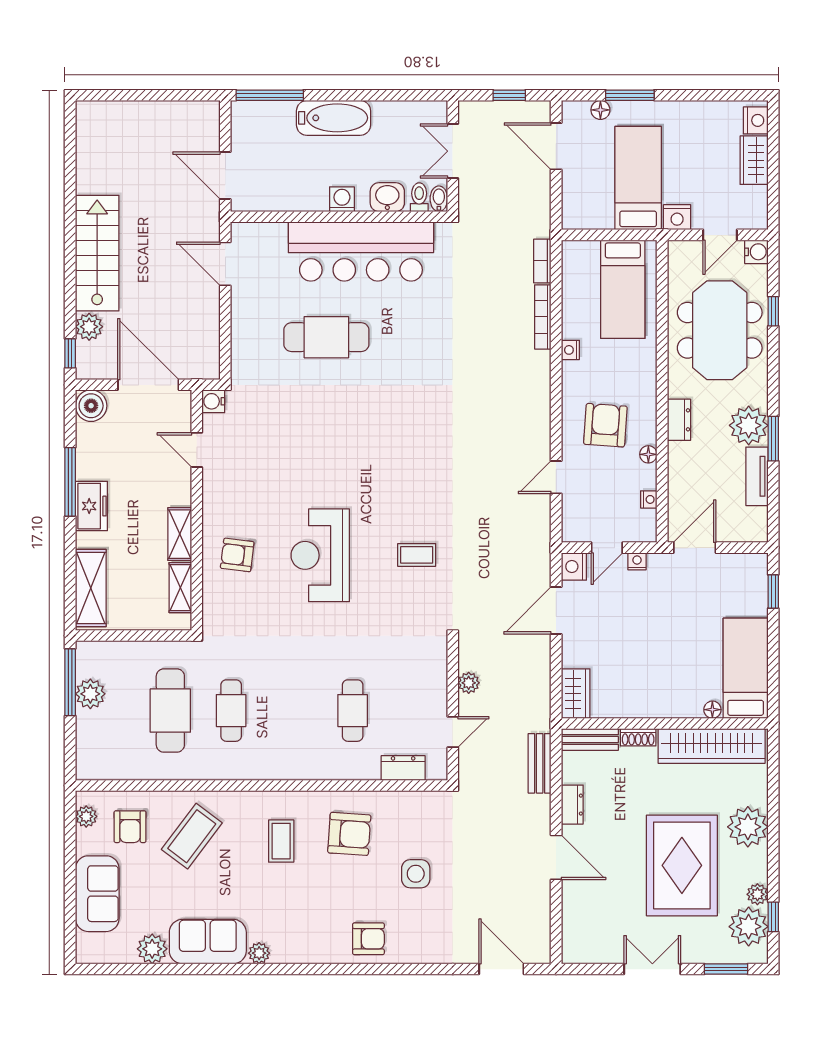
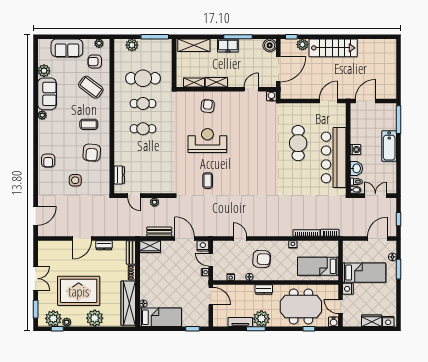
plant: (90, 694) -> (132, 45), moved
cafe table: (353, 711) -> (143, 129), moved
bench: (540, 763) -> (159, 232), moved

